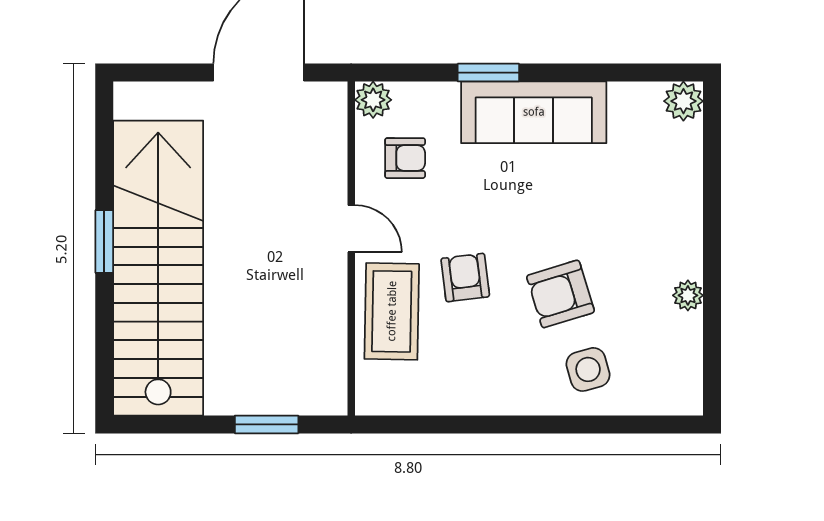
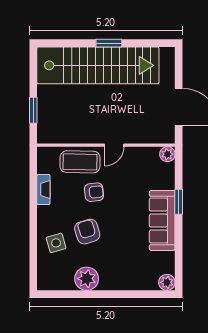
armchair: (405, 158) -> (143, 167), removed
plant: (688, 295) -> (87, 279), width x1.88, depth x1.88
fireplace: (459, 400) -> (43, 190), added

